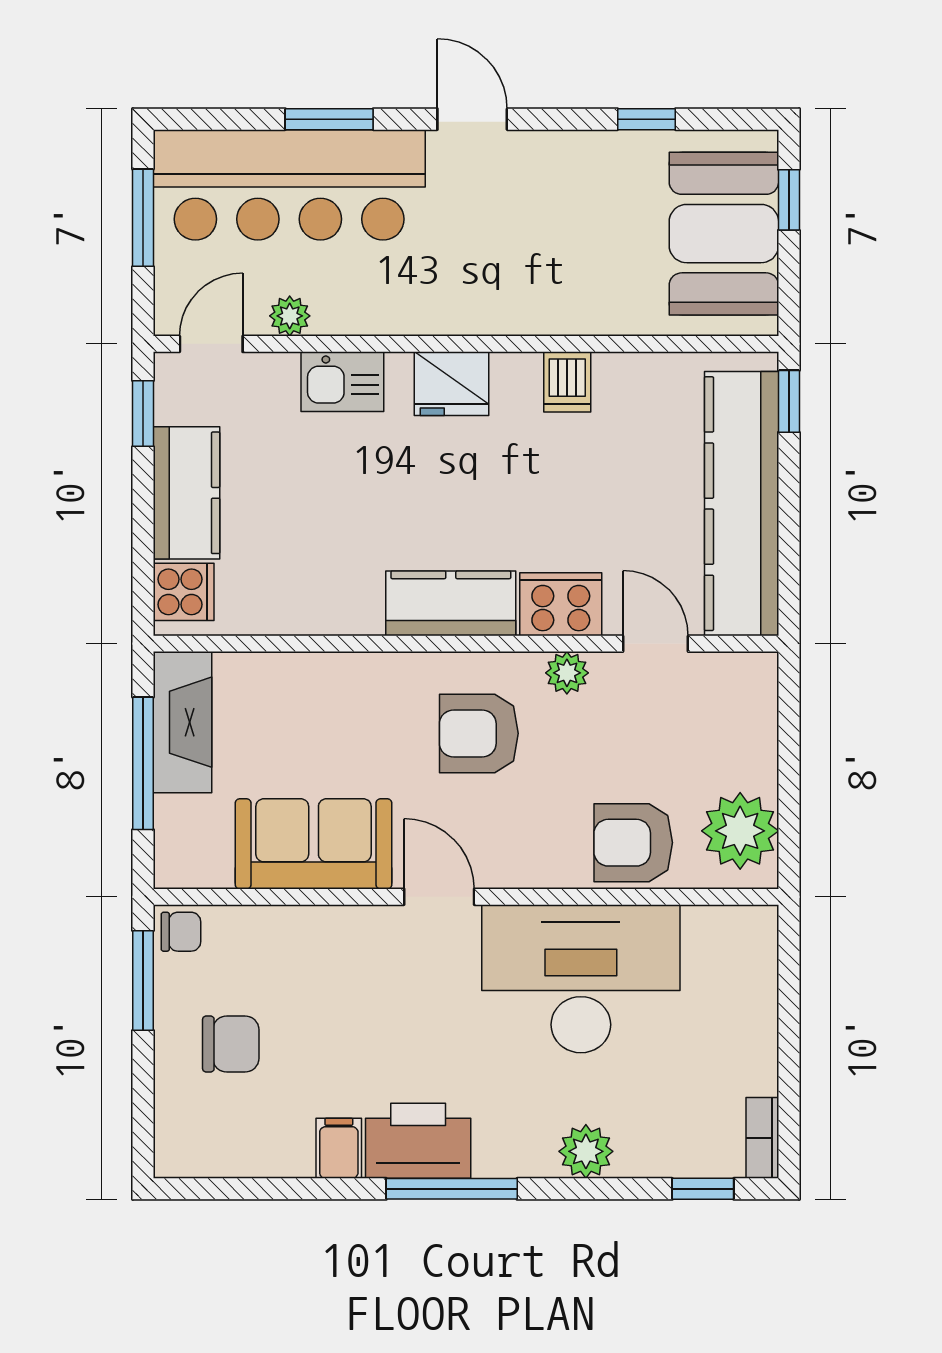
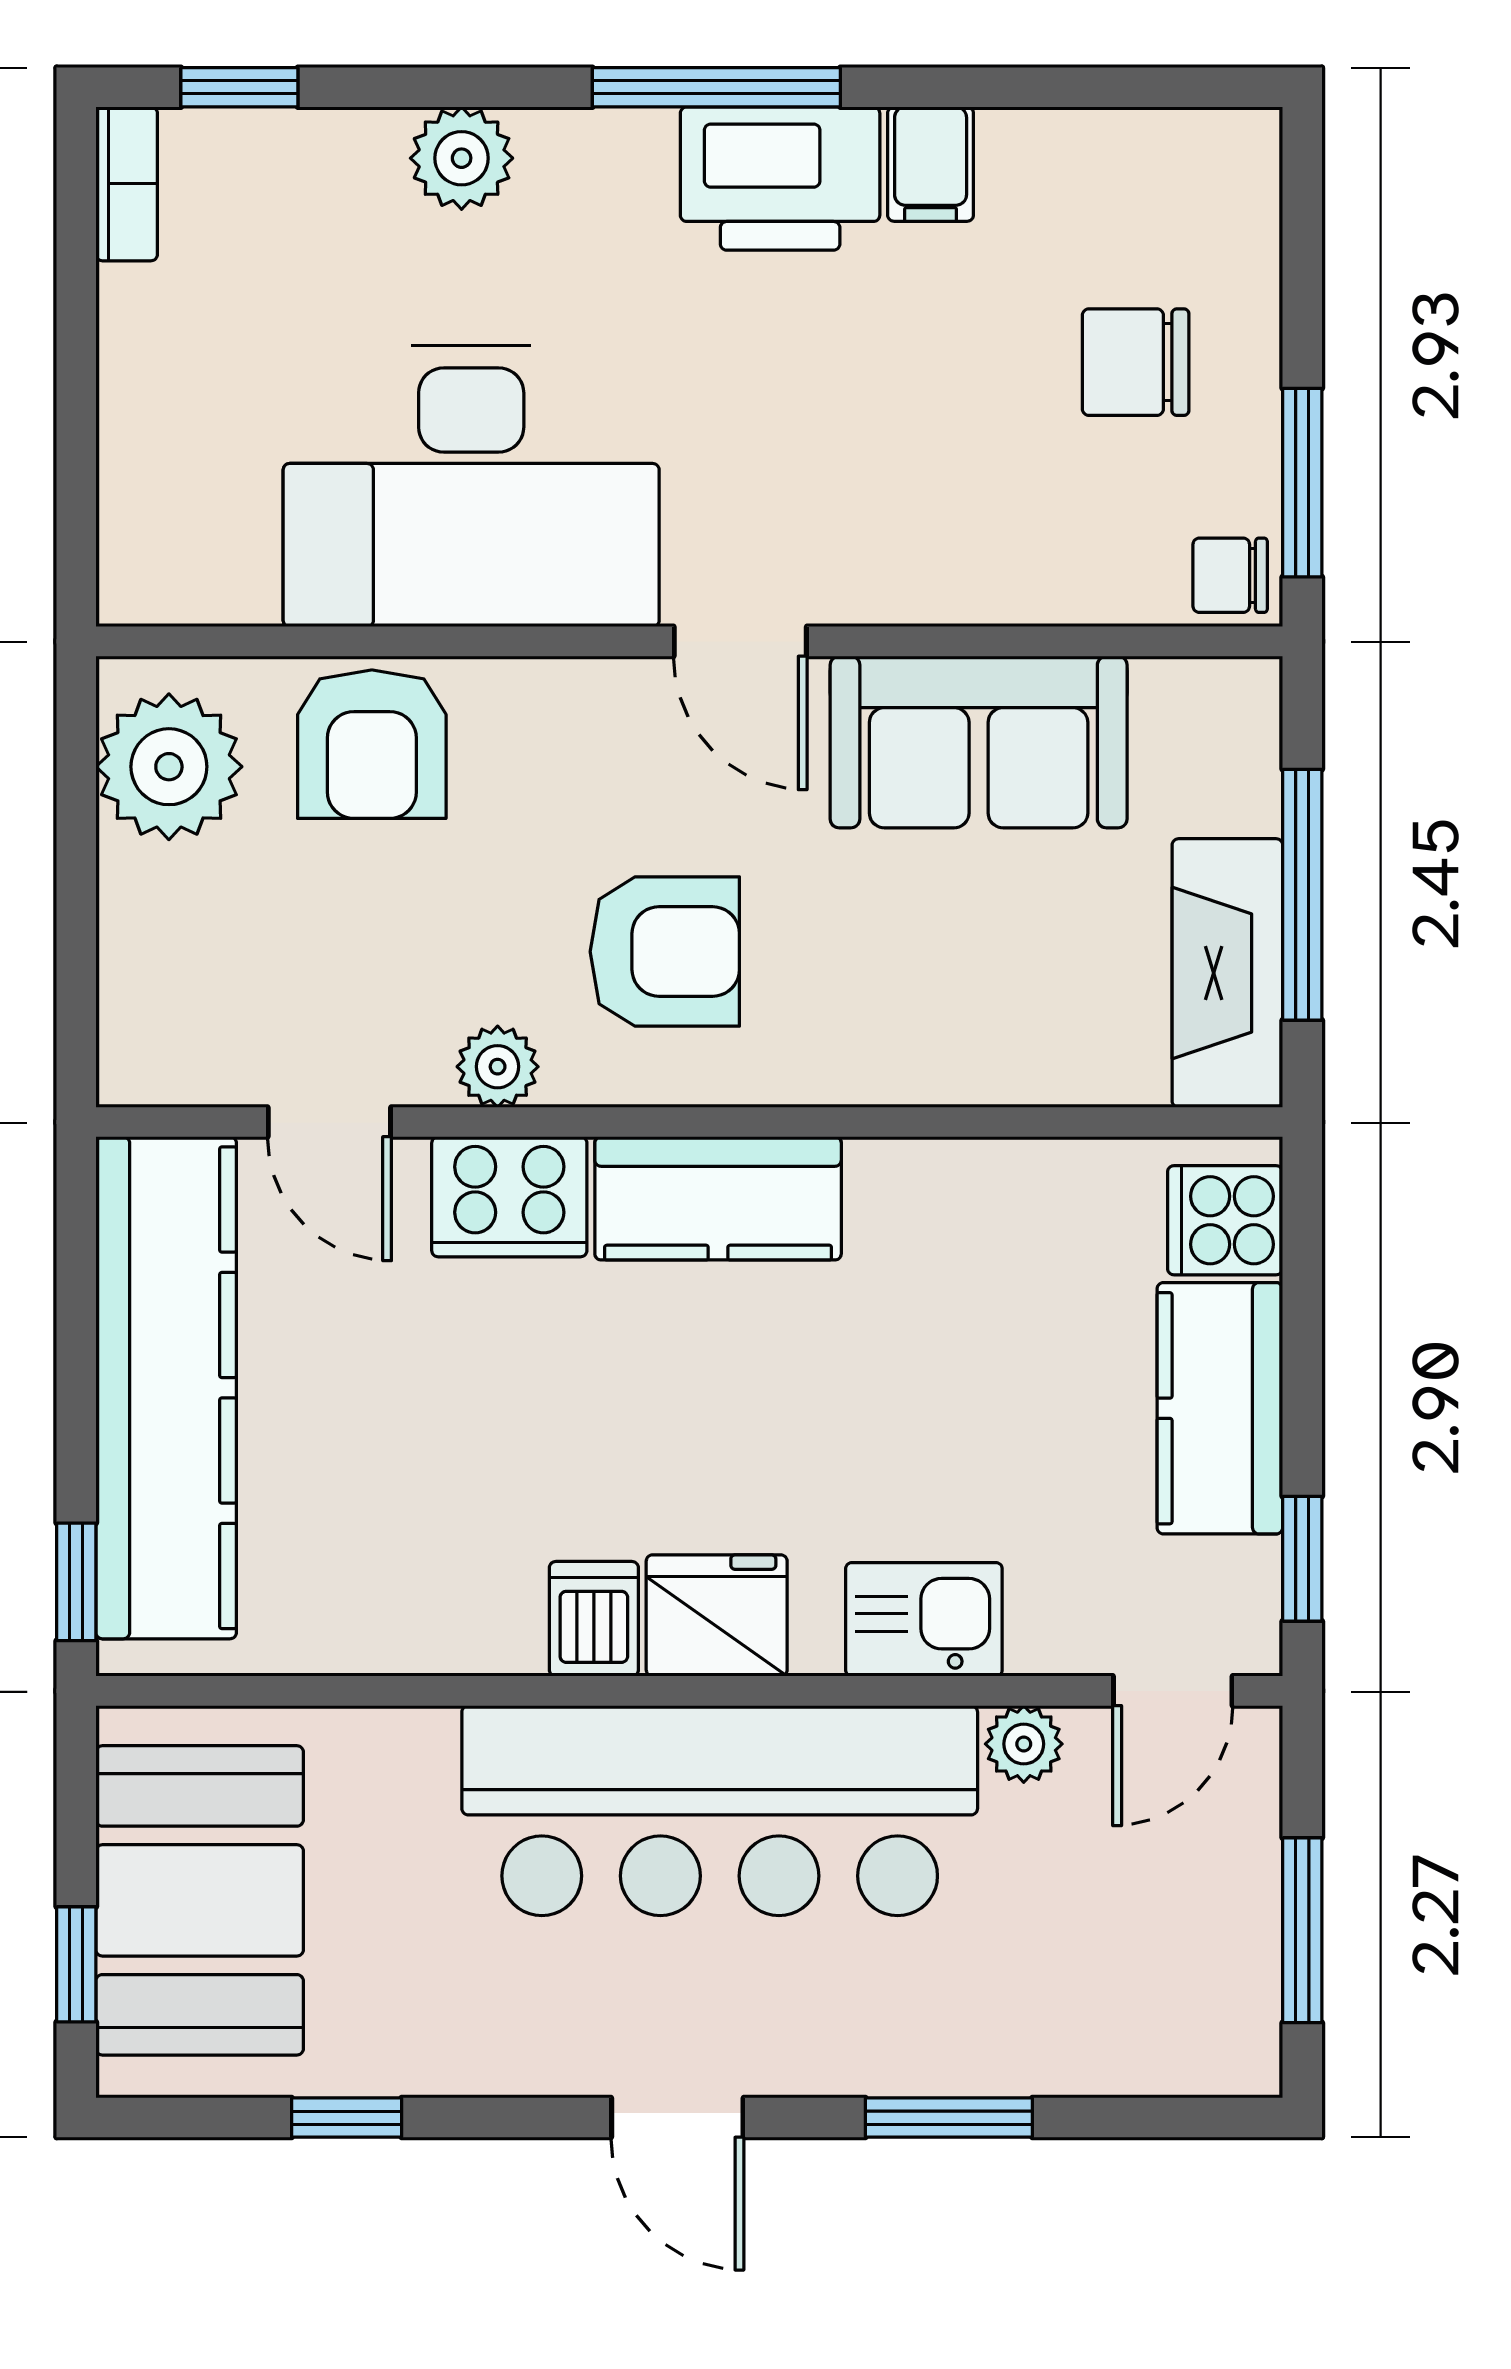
bar counter: (289, 185) -> (720, 1811), moved, turned 180
dishwasher: (567, 382) -> (594, 1619), moved
armchair: (633, 843) -> (372, 744), turned 90

